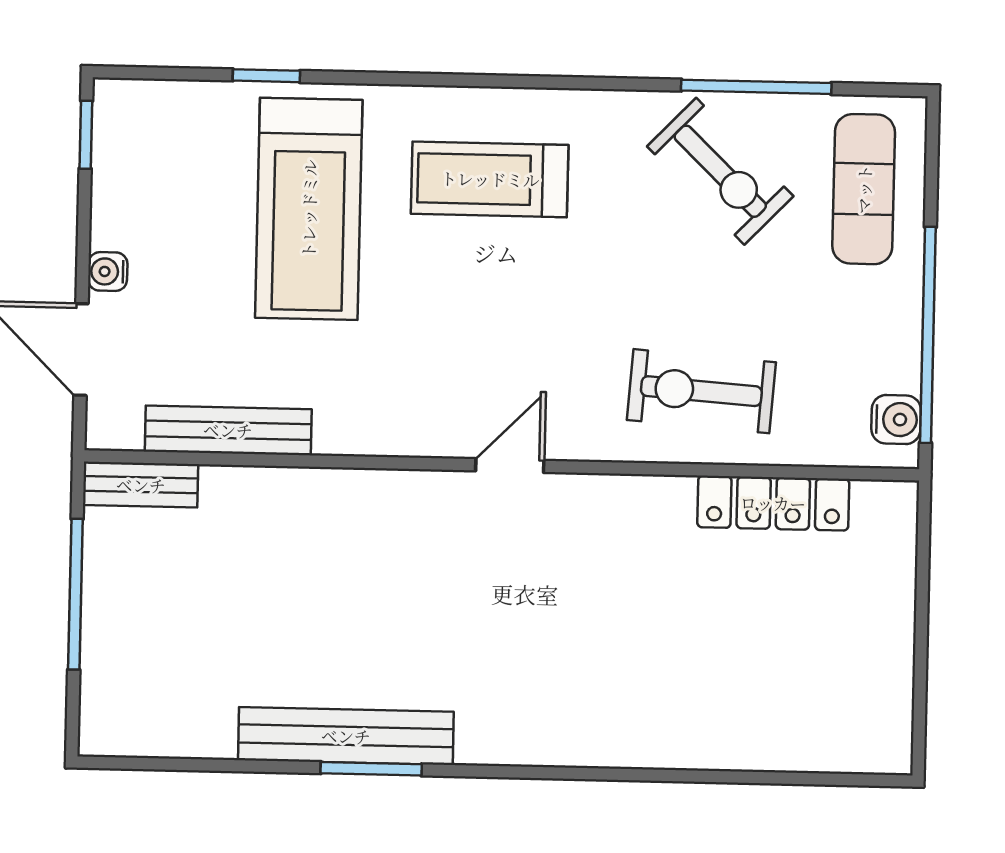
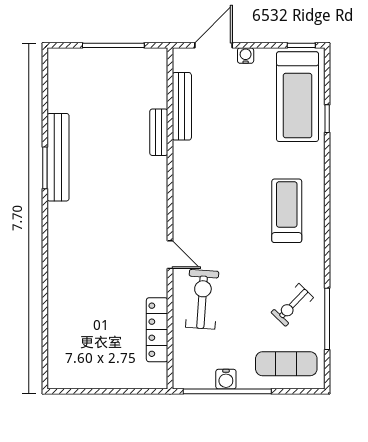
exercise bike: (720, 171) -> (292, 305), width x0.73, depth x0.72
treadmill: (309, 209) -> (297, 97), moved, turned -90
water cooler: (896, 419) -> (226, 379), moved
door: (510, 466) -> (170, 255), moved
bench: (141, 485) -> (159, 132), moved

